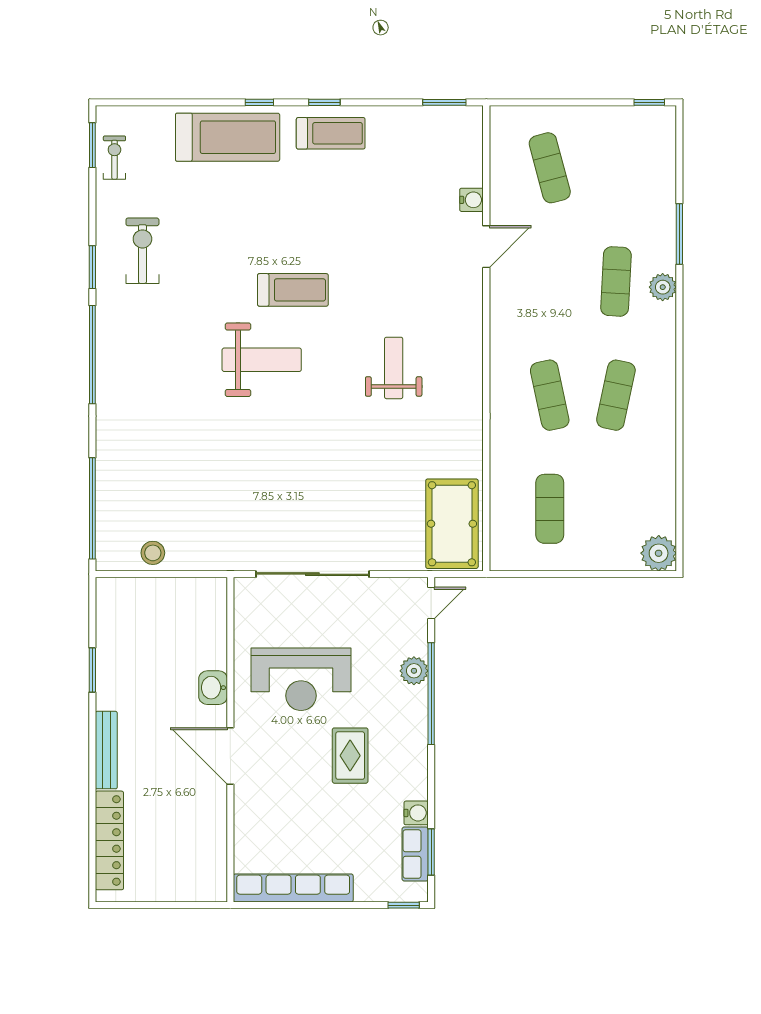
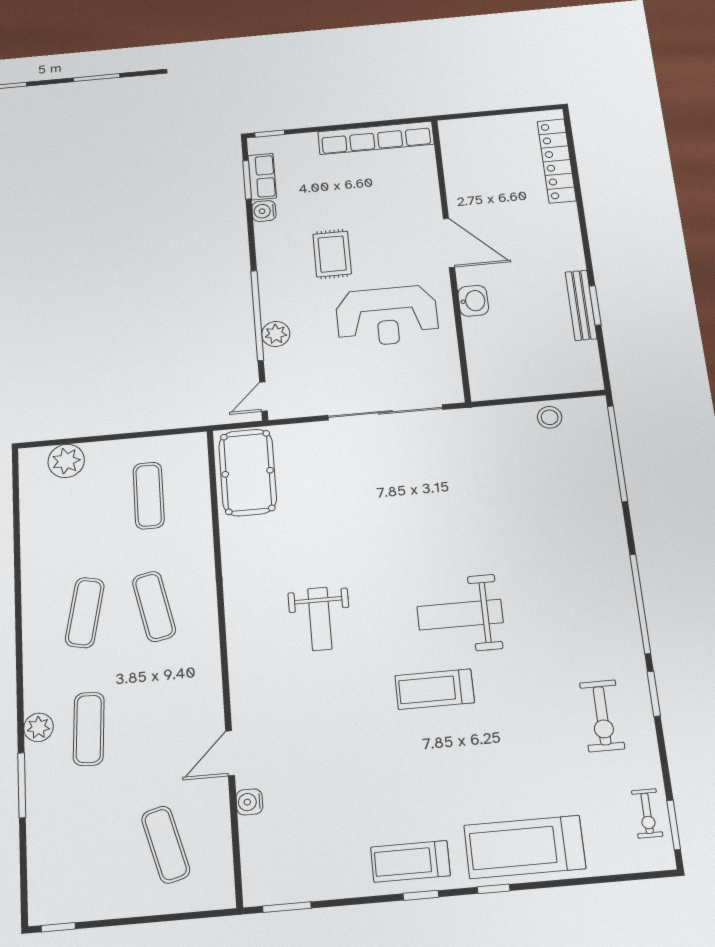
plant: (659, 553) -> (66, 461), moved
reception desk: (301, 679) -> (387, 316), turned 180
bench: (106, 750) -> (581, 305), moved

